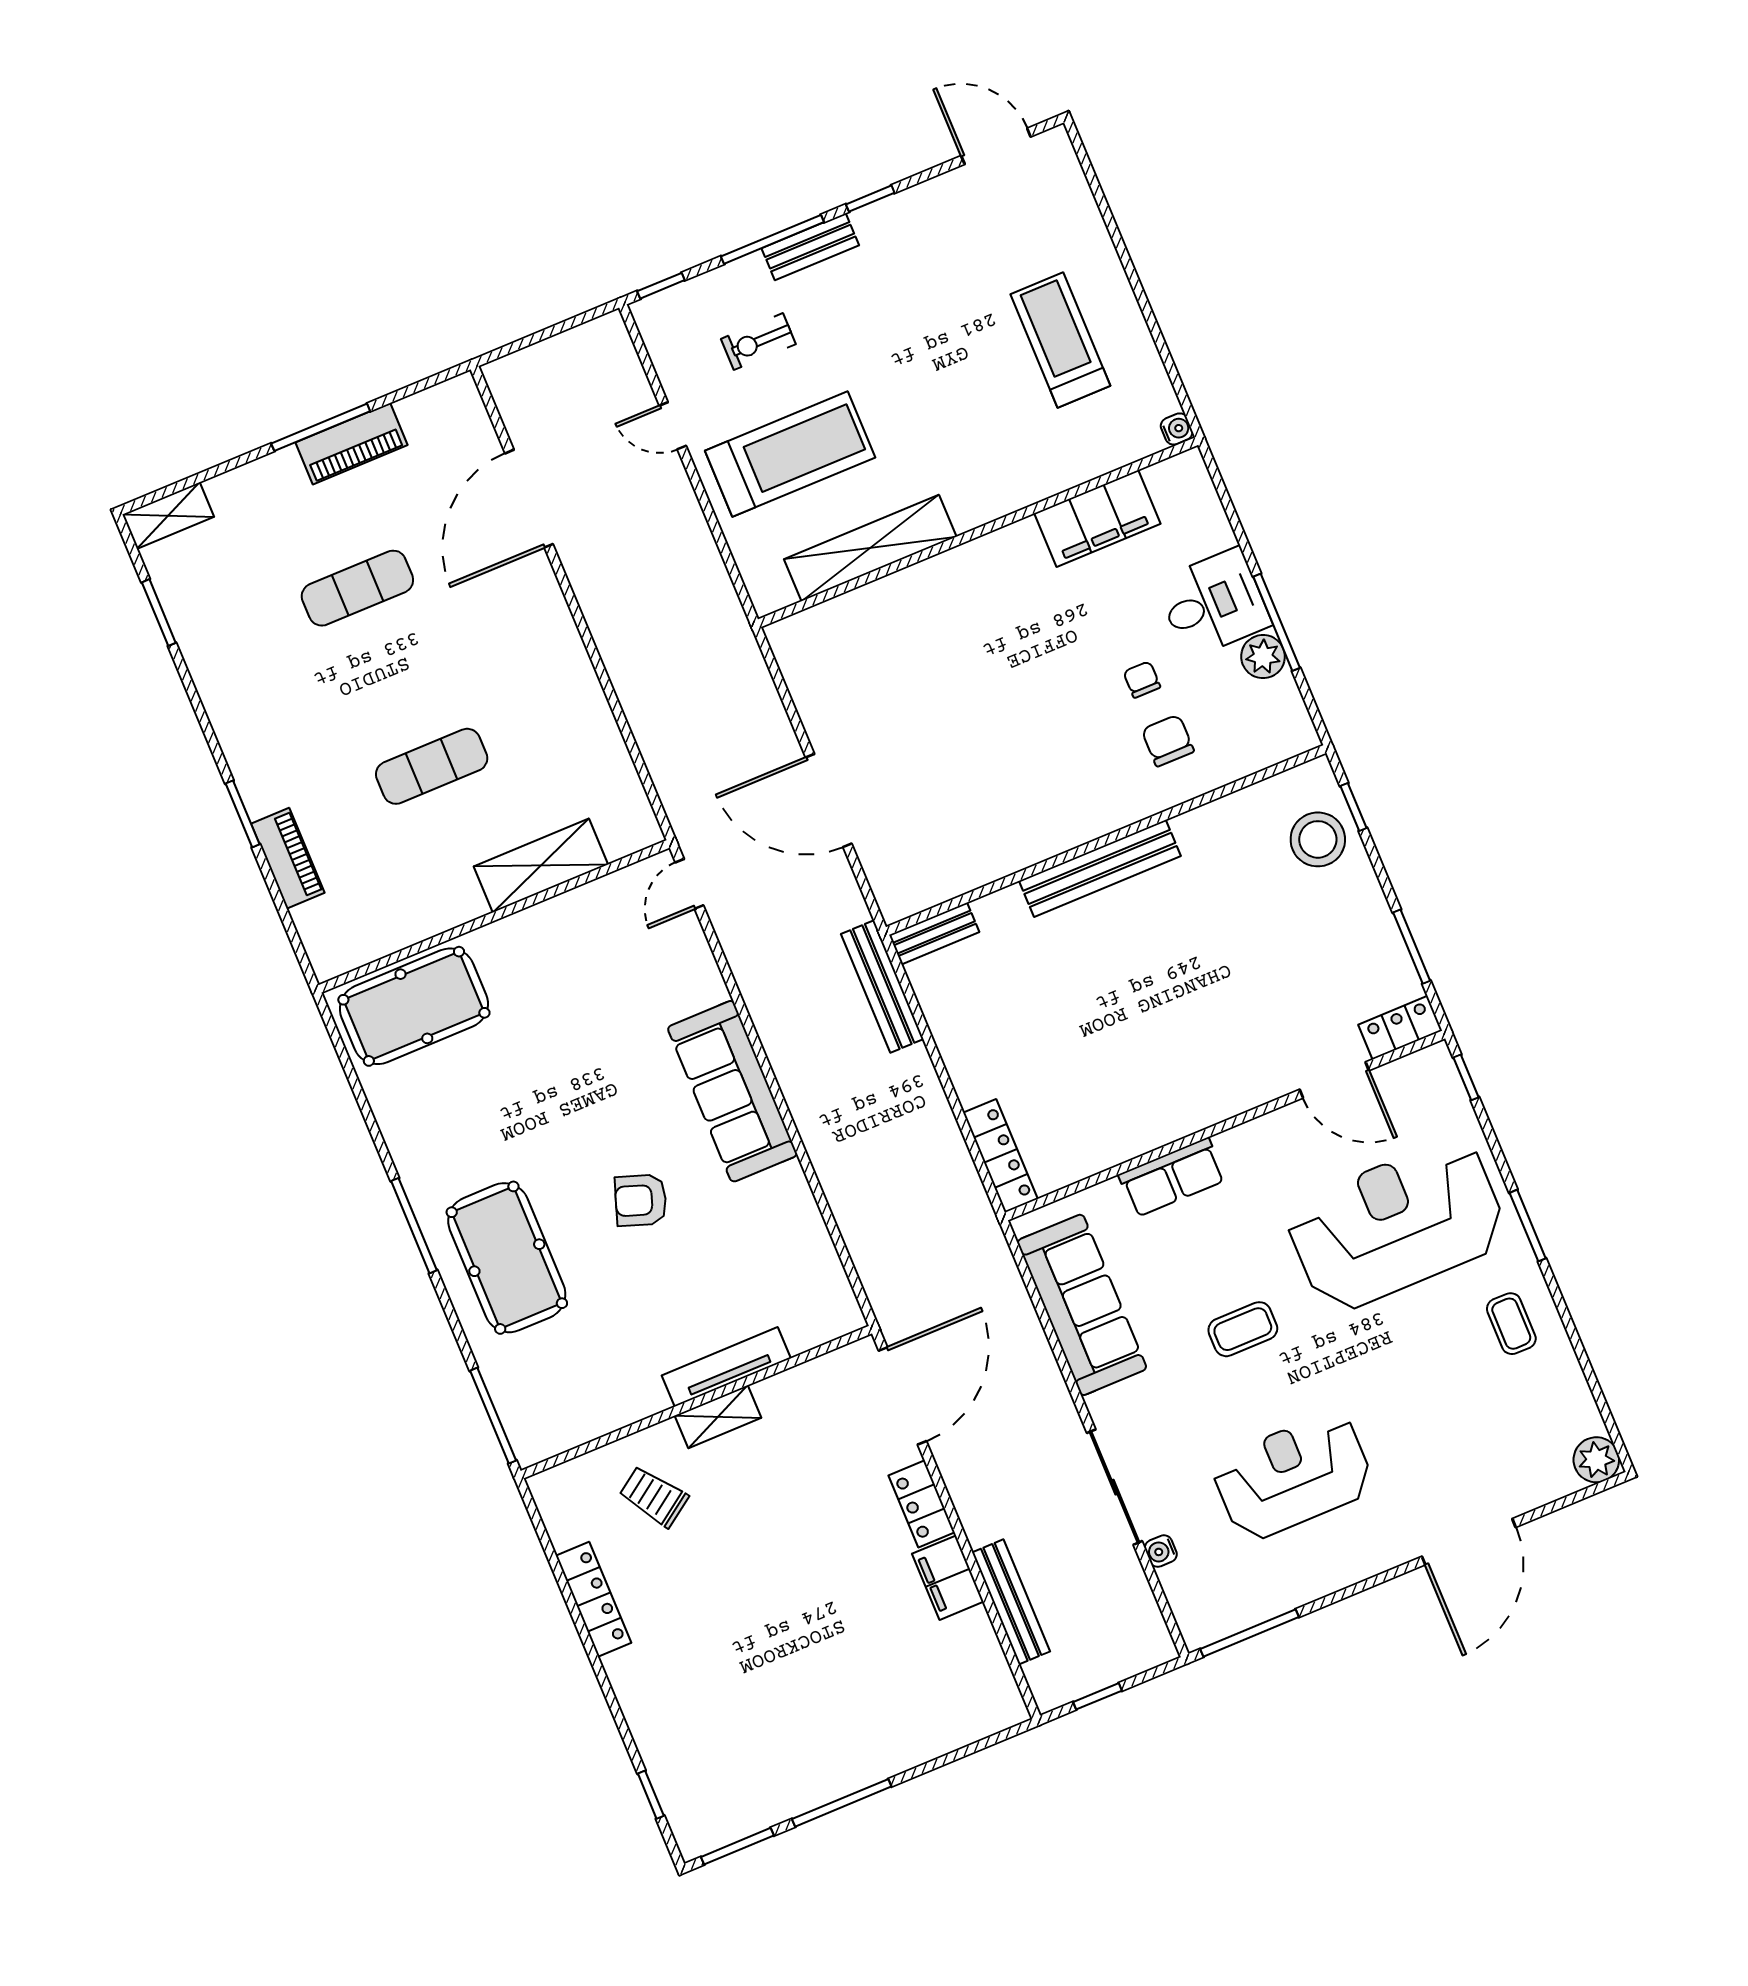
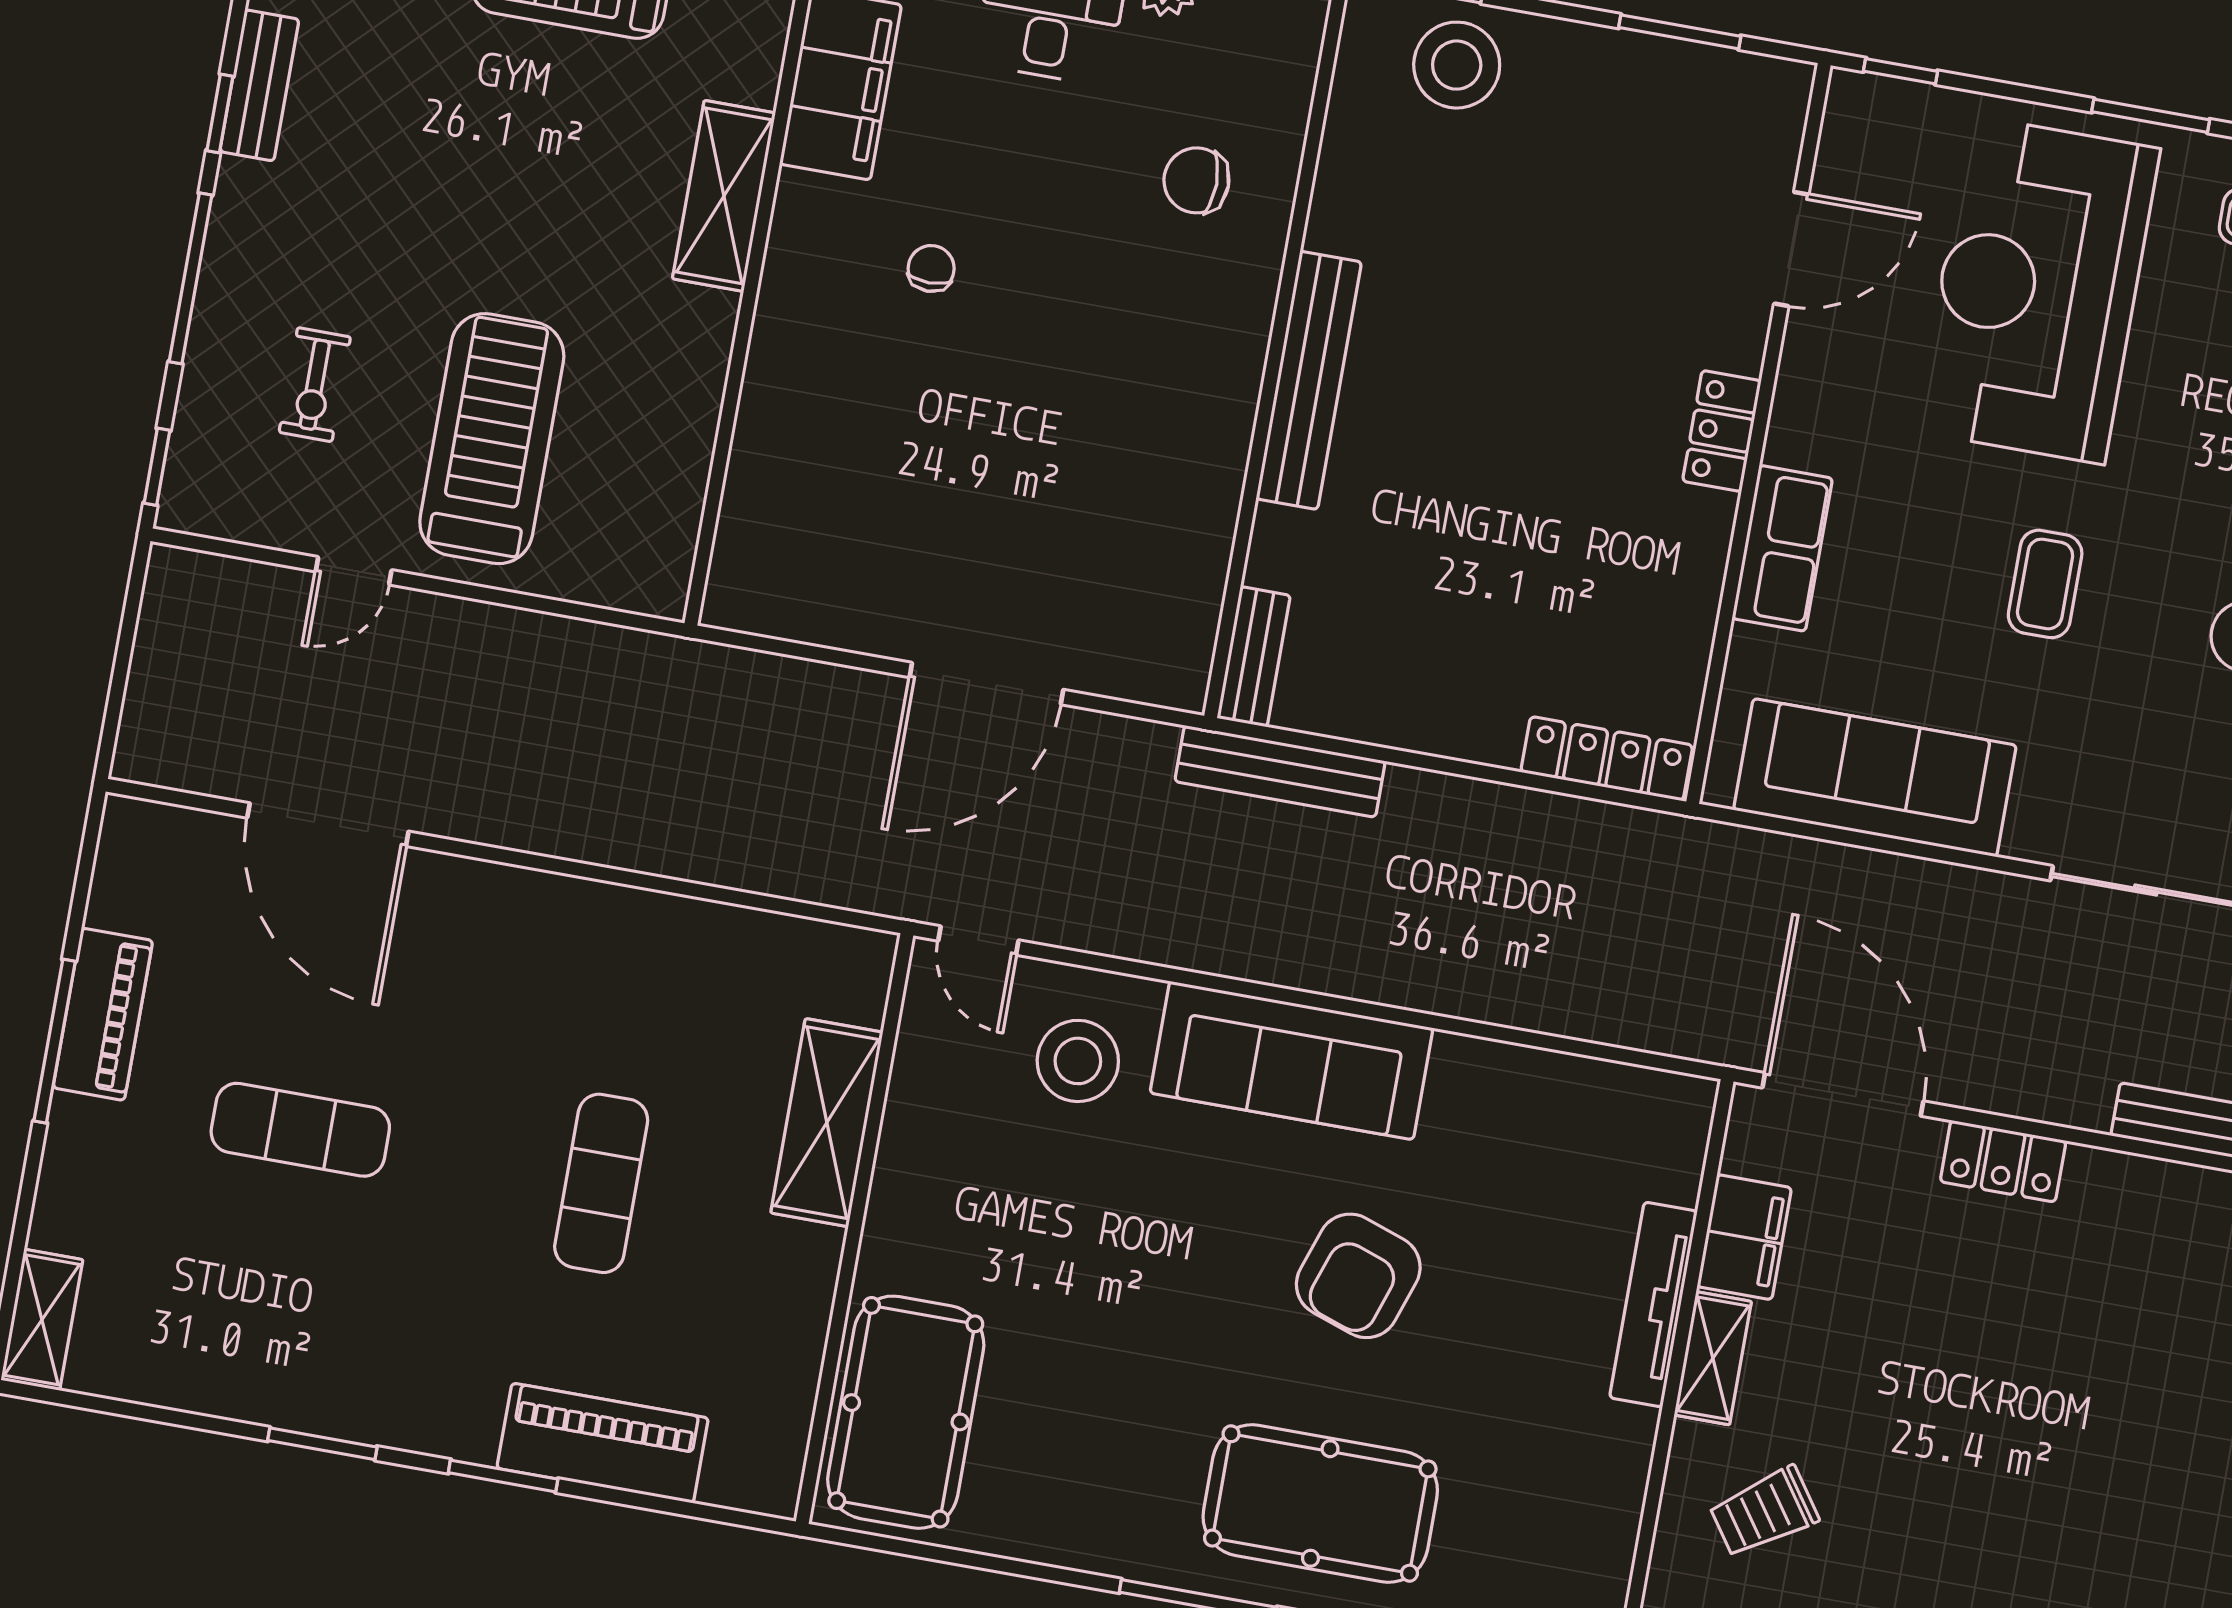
bench: (810, 247) -> (259, 85), moved
shelving: (870, 548) -> (724, 196), moved, width x0.68
exercise mat: (357, 588) -> (300, 1130), turned 90
window: (159, 613) -> (322, 1444), moved
chair: (1142, 680) -> (931, 268), moved, turned 90
piano: (288, 858) -> (603, 1443), width x1.37, depth x1.33
stool: (659, 978) -> (1078, 1061), added
locker: (1400, 1028) -> (1722, 431), moved
armchair: (641, 1200) -> (1358, 1276), width x1.38, depth x1.38
filing cabinet: (948, 1578) -> (1744, 1237), moved, turned -90

